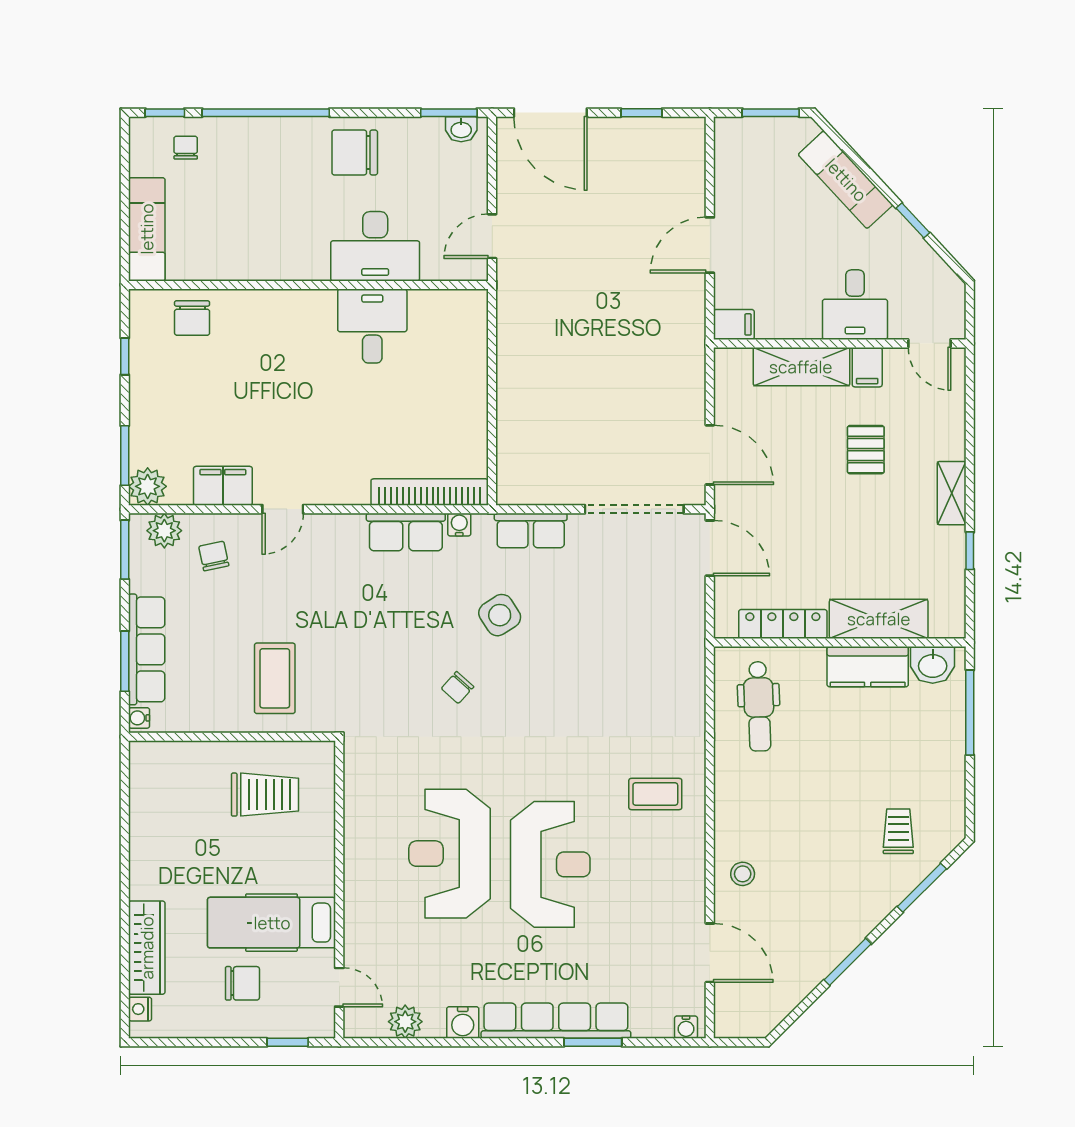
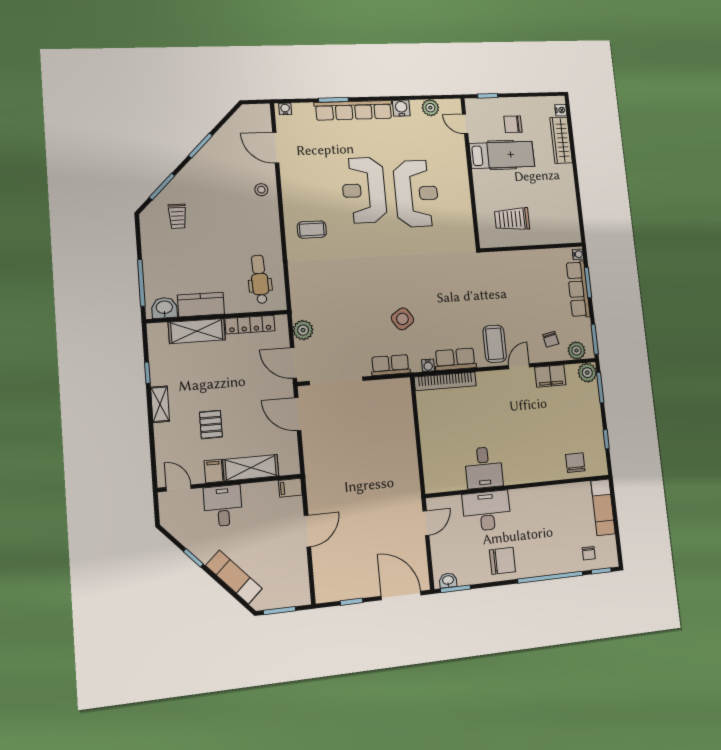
plant: (687, 607) -> (303, 330), added
coffee table: (275, 678) -> (495, 344), moved
chair: (457, 688) -> (421, 279), removed

